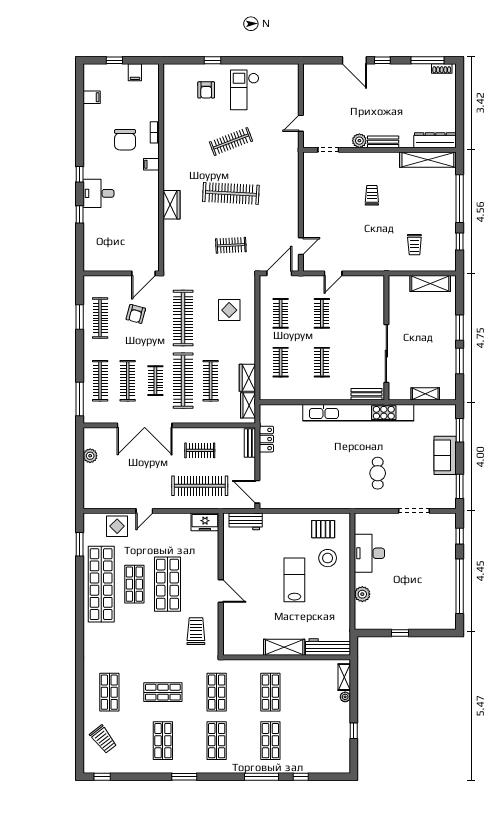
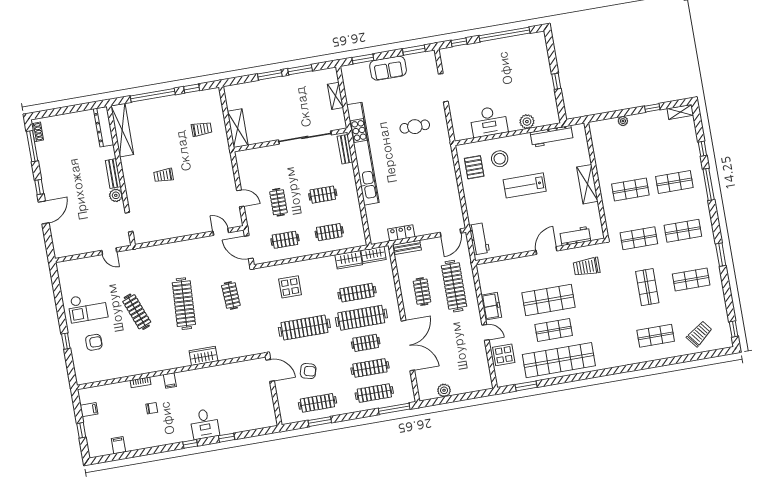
chair: (125, 140) -> (152, 408), width x0.54, depth x0.54
shelving: (430, 283) -> (238, 128), moved
clothes rail: (322, 313) -> (278, 202), turned 90
freezer: (205, 522) -> (491, 306), moved
workbench: (231, 625) -> (575, 236), added
workbench: (328, 647) -> (552, 136), moved, turned -90
shelving: (344, 677) -> (680, 112), moved

